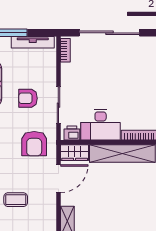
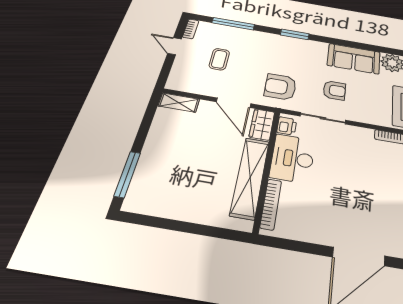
armchair: (28, 98) -> (334, 90), turned 90

